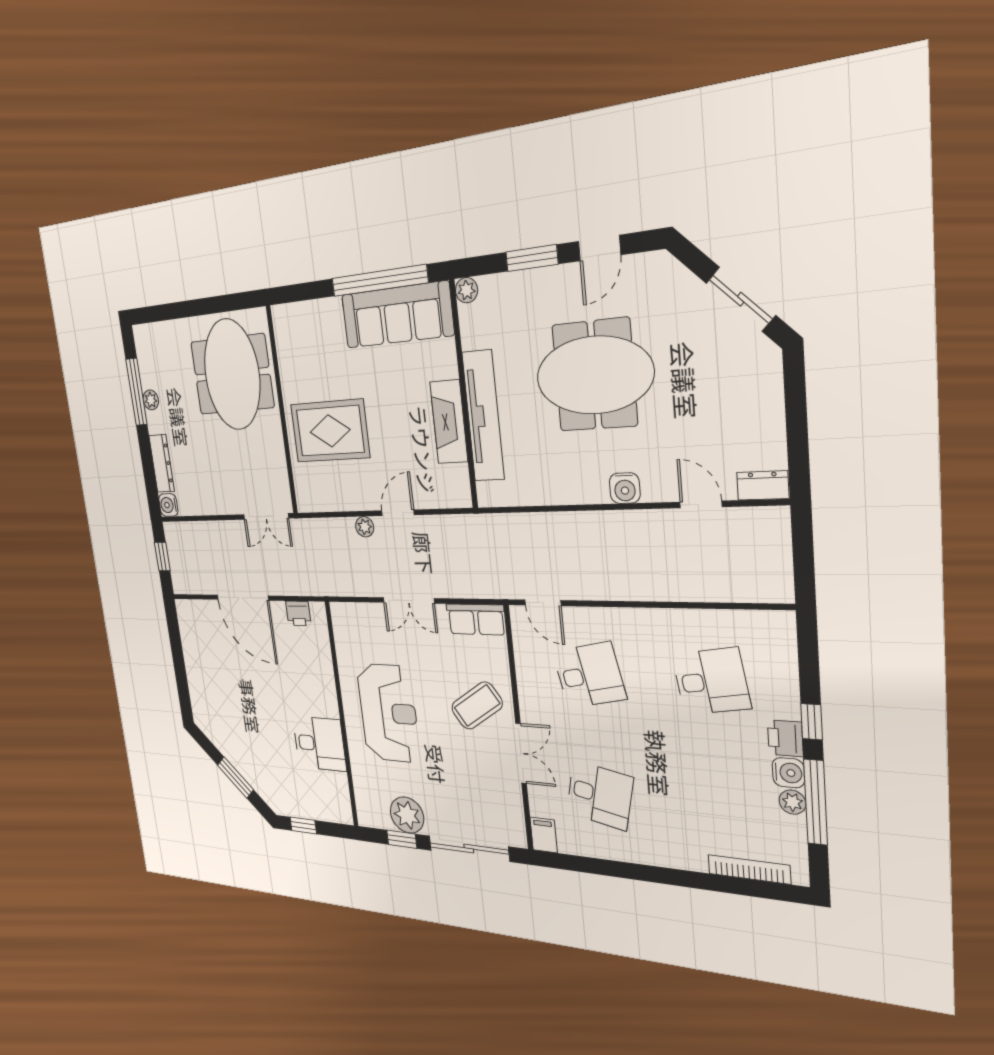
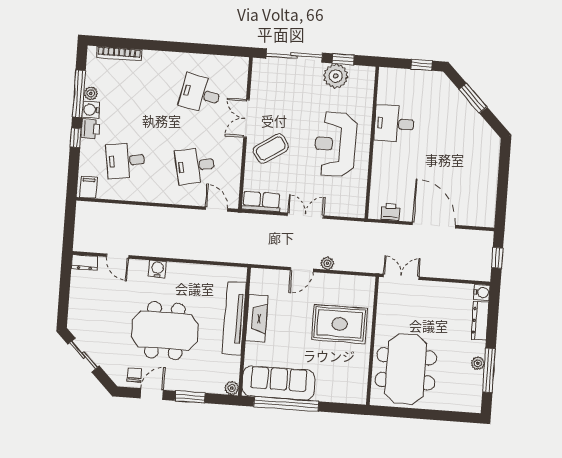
chair: (637, 279) -> (134, 375), added
filing cabinet: (544, 835) -> (88, 187), moved, turned 180

